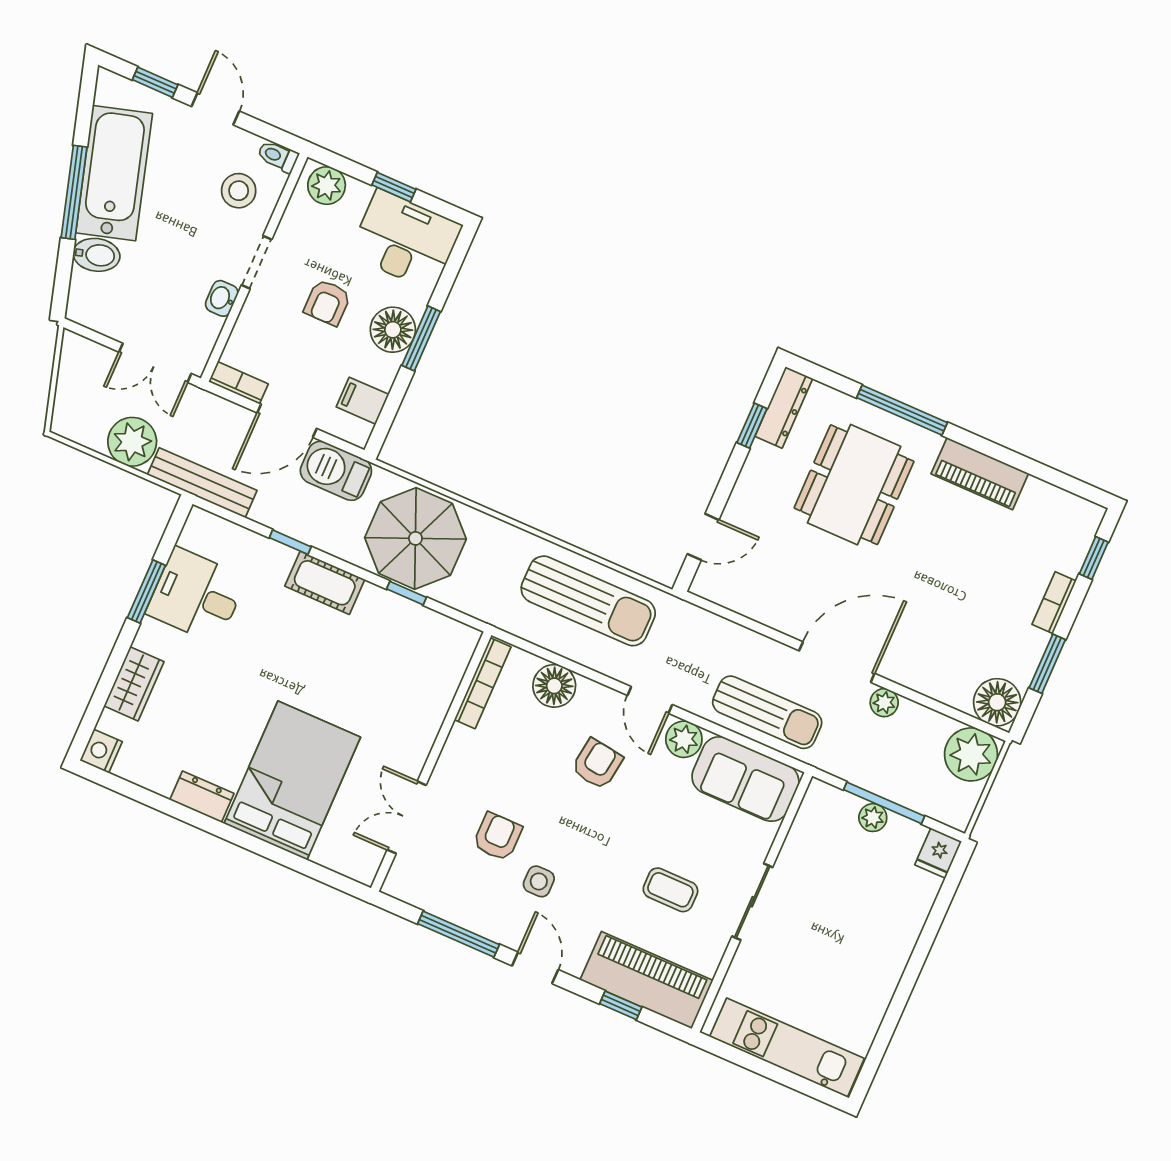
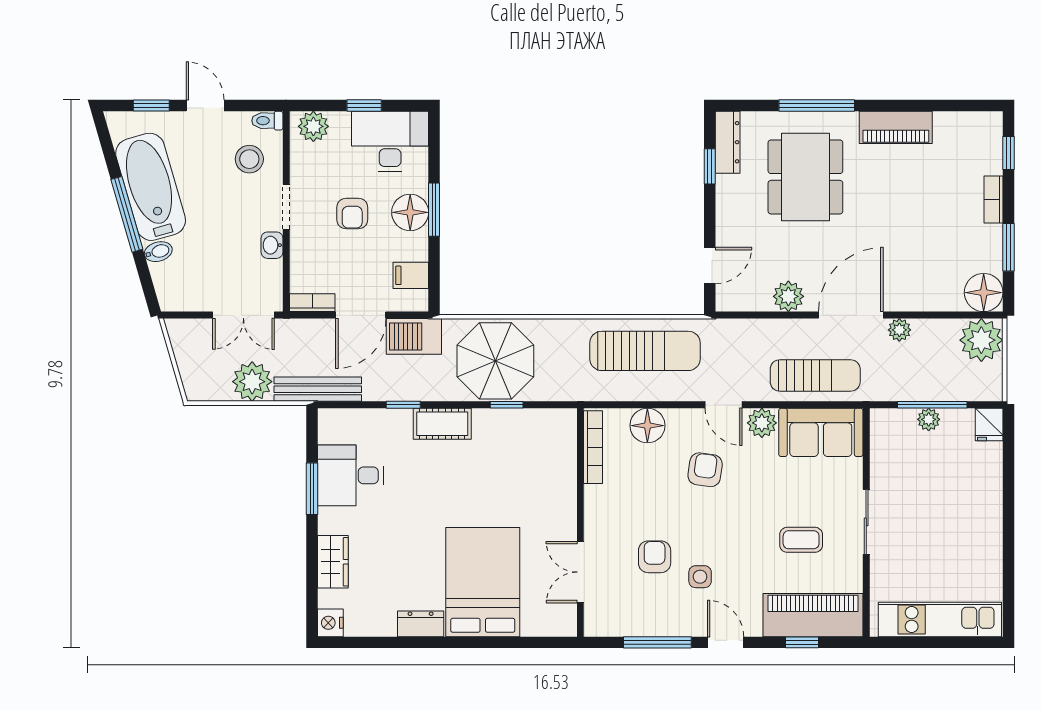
bidet: (96, 255) -> (158, 252), width x0.72, depth x0.74
plant: (776, 610) -> (788, 296), added

